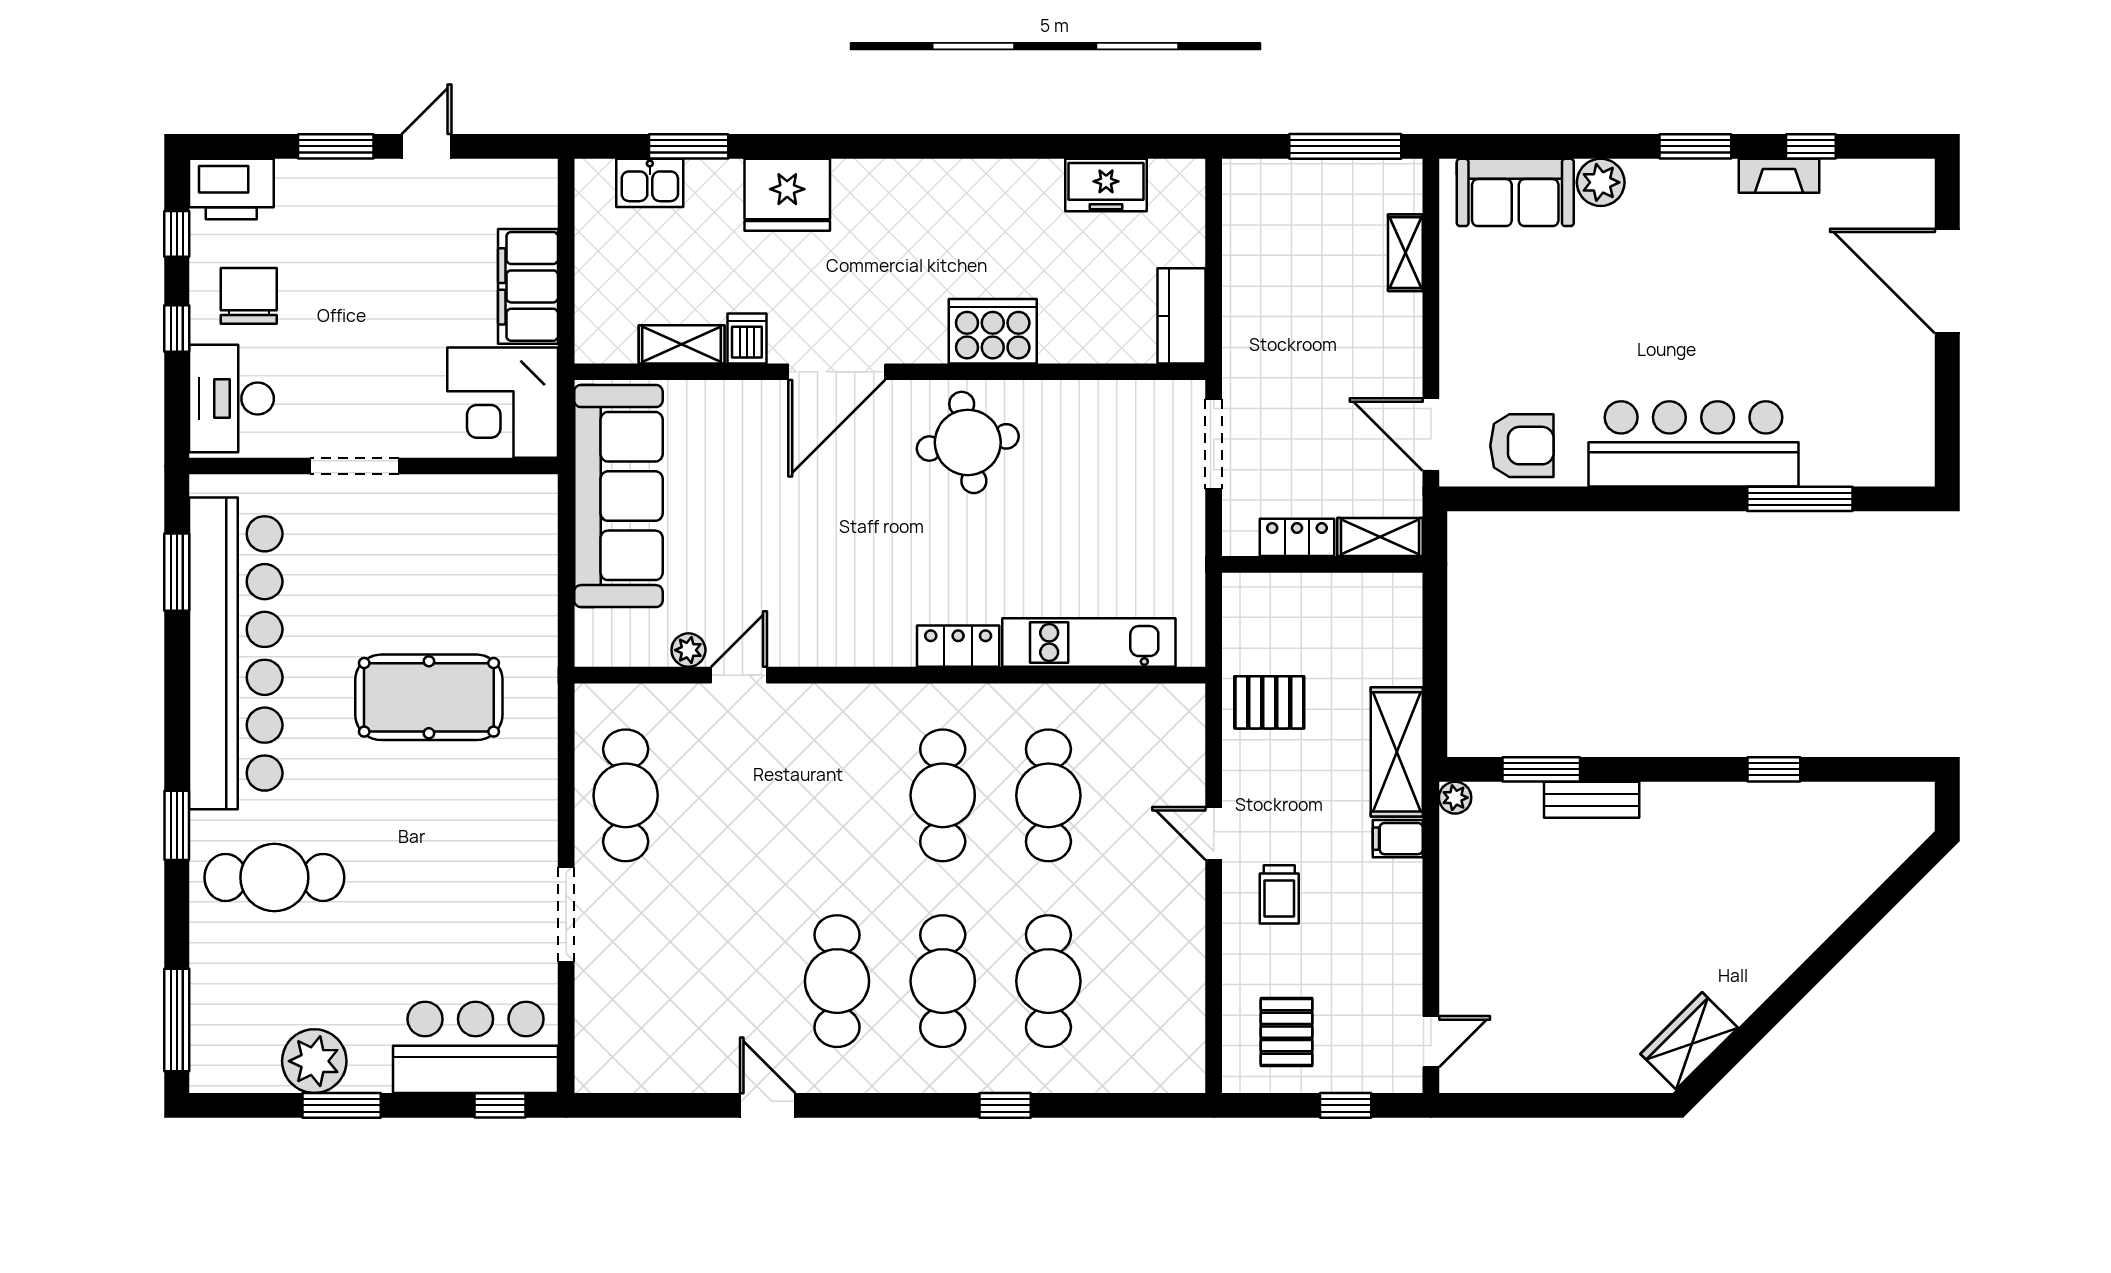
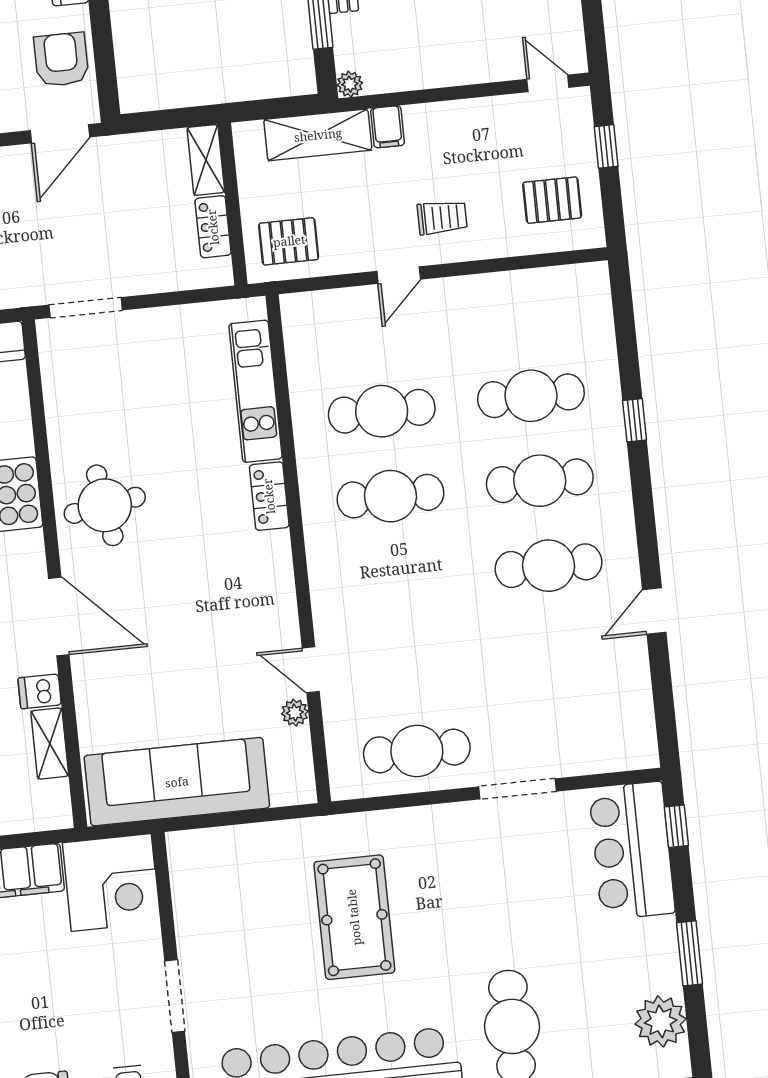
locker: (1297, 537) -> (213, 227), moved
shelving: (1380, 537) -> (206, 160), moved
wall: (1322, 564) -> (233, 204), moved
pallet: (1269, 702) -> (289, 241), turned 90
plant: (314, 1061) -> (661, 1021), moved

